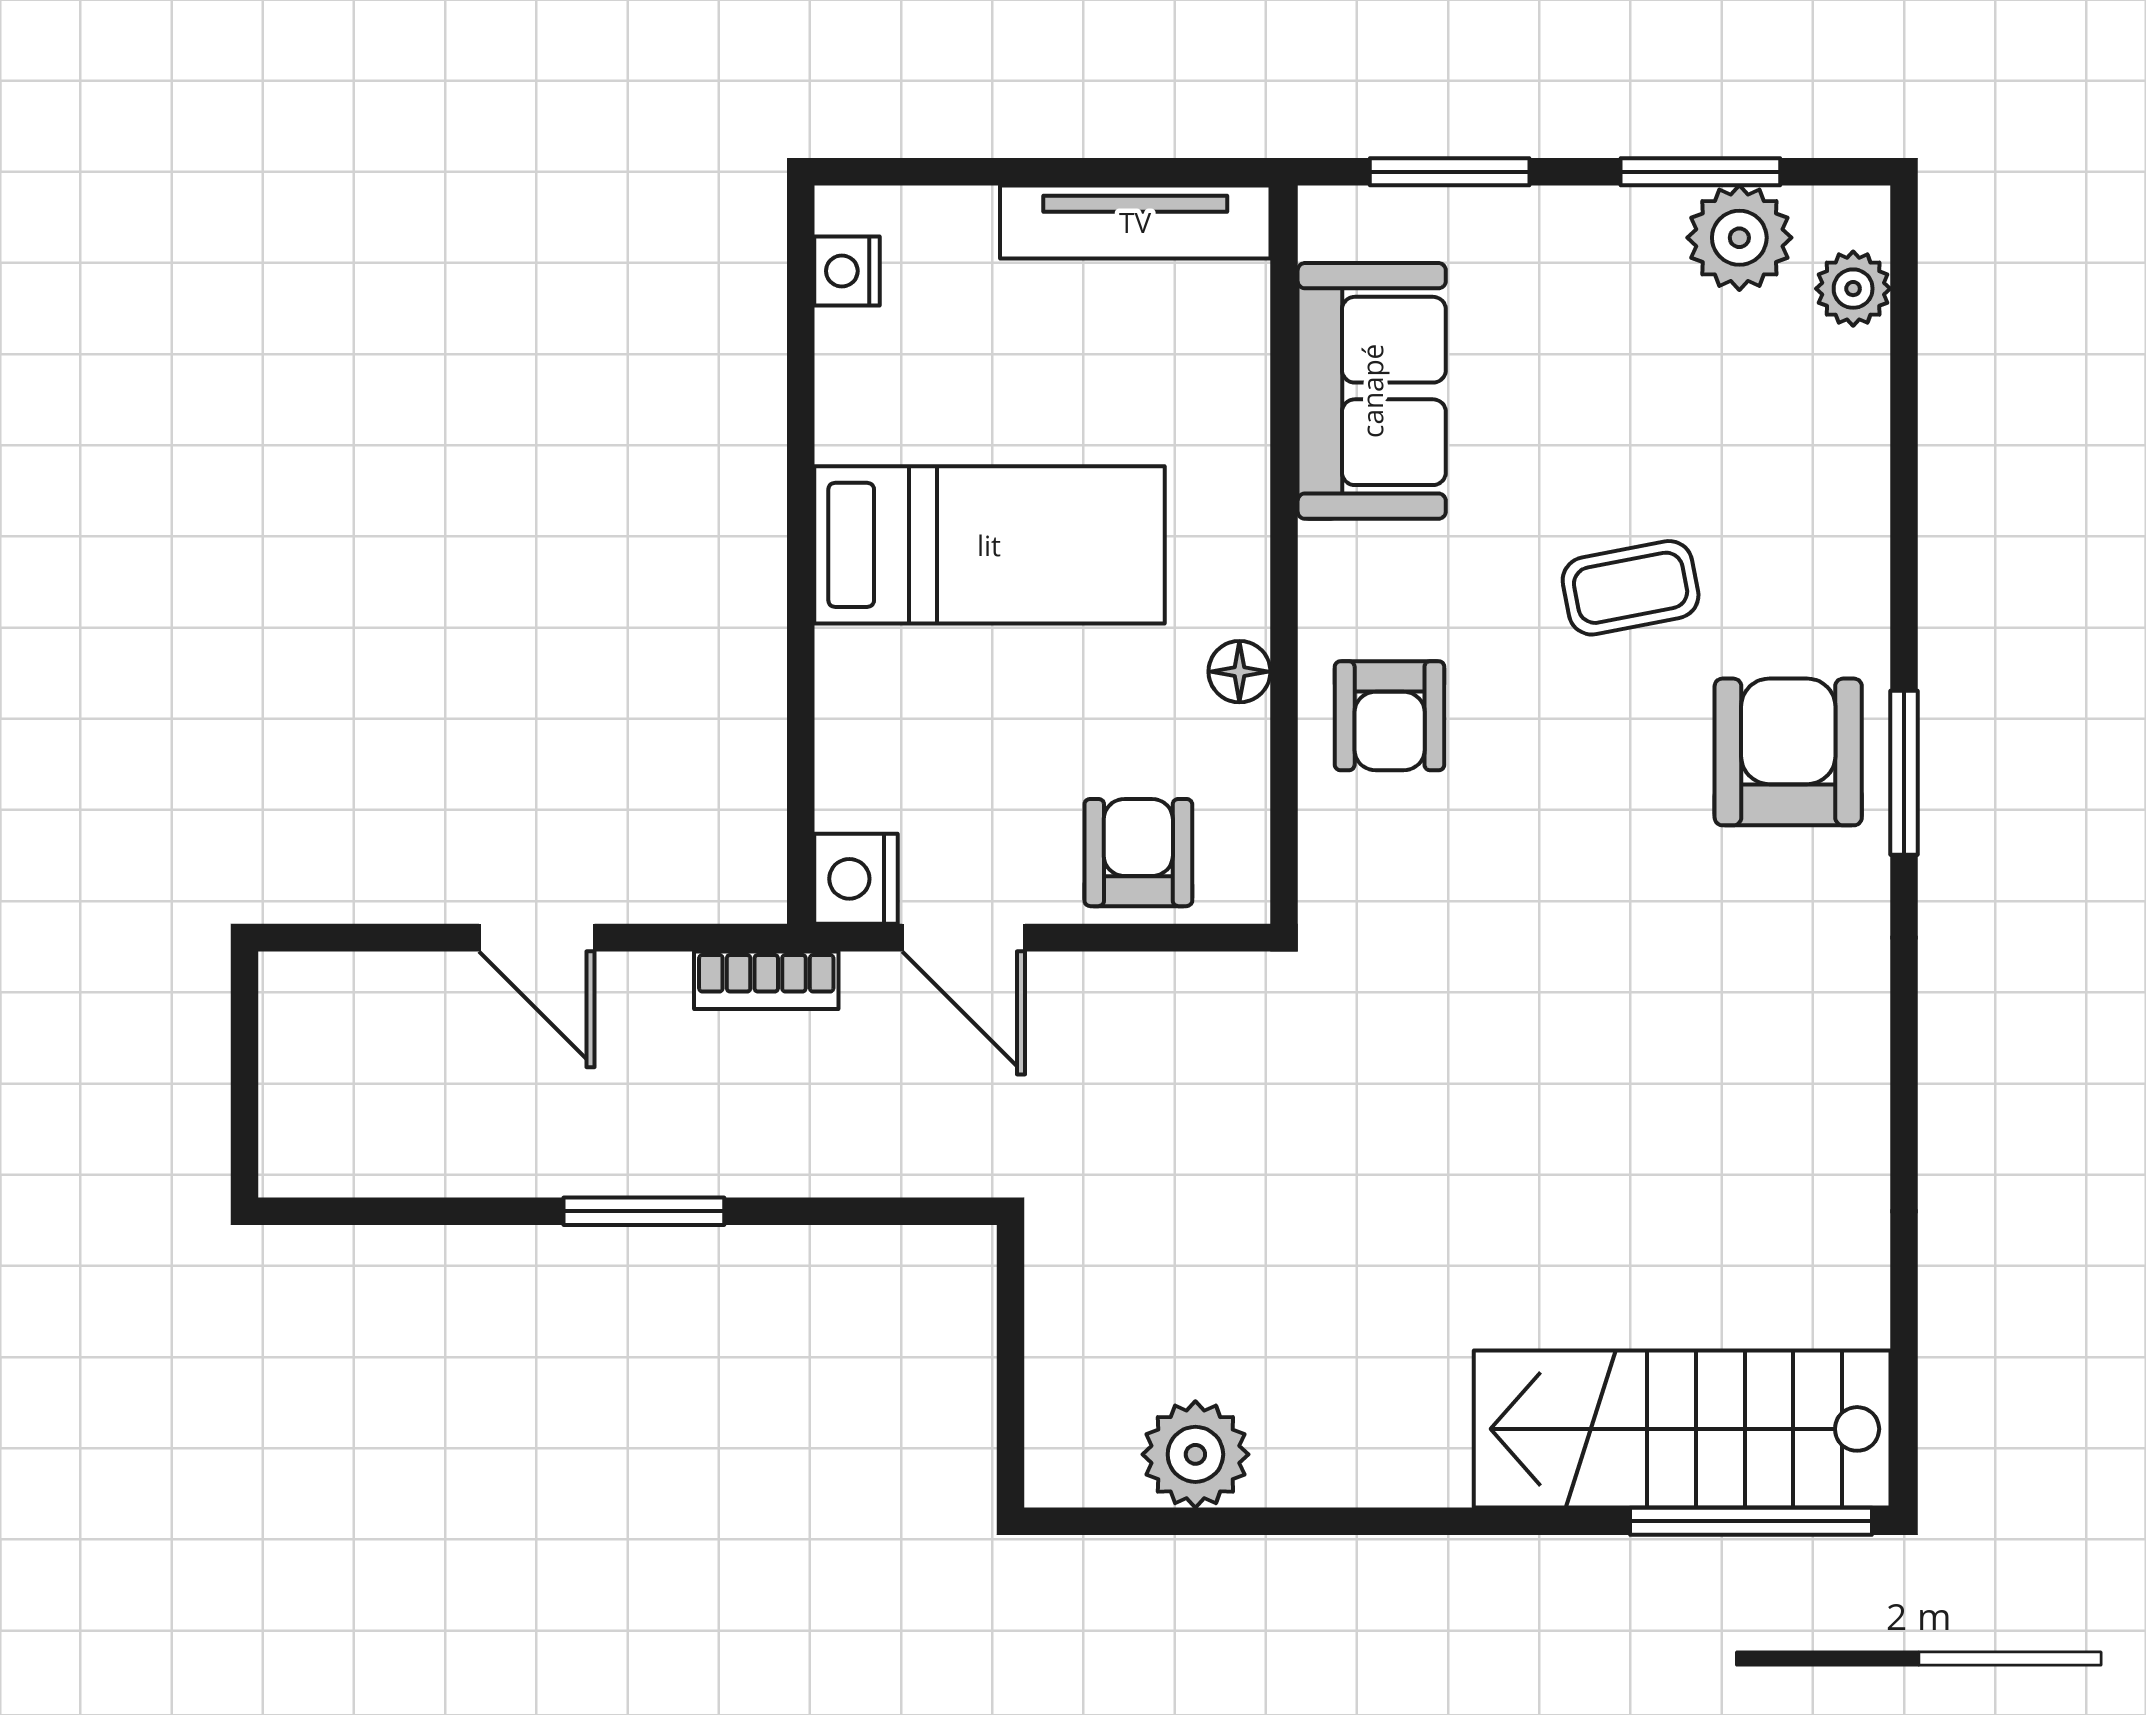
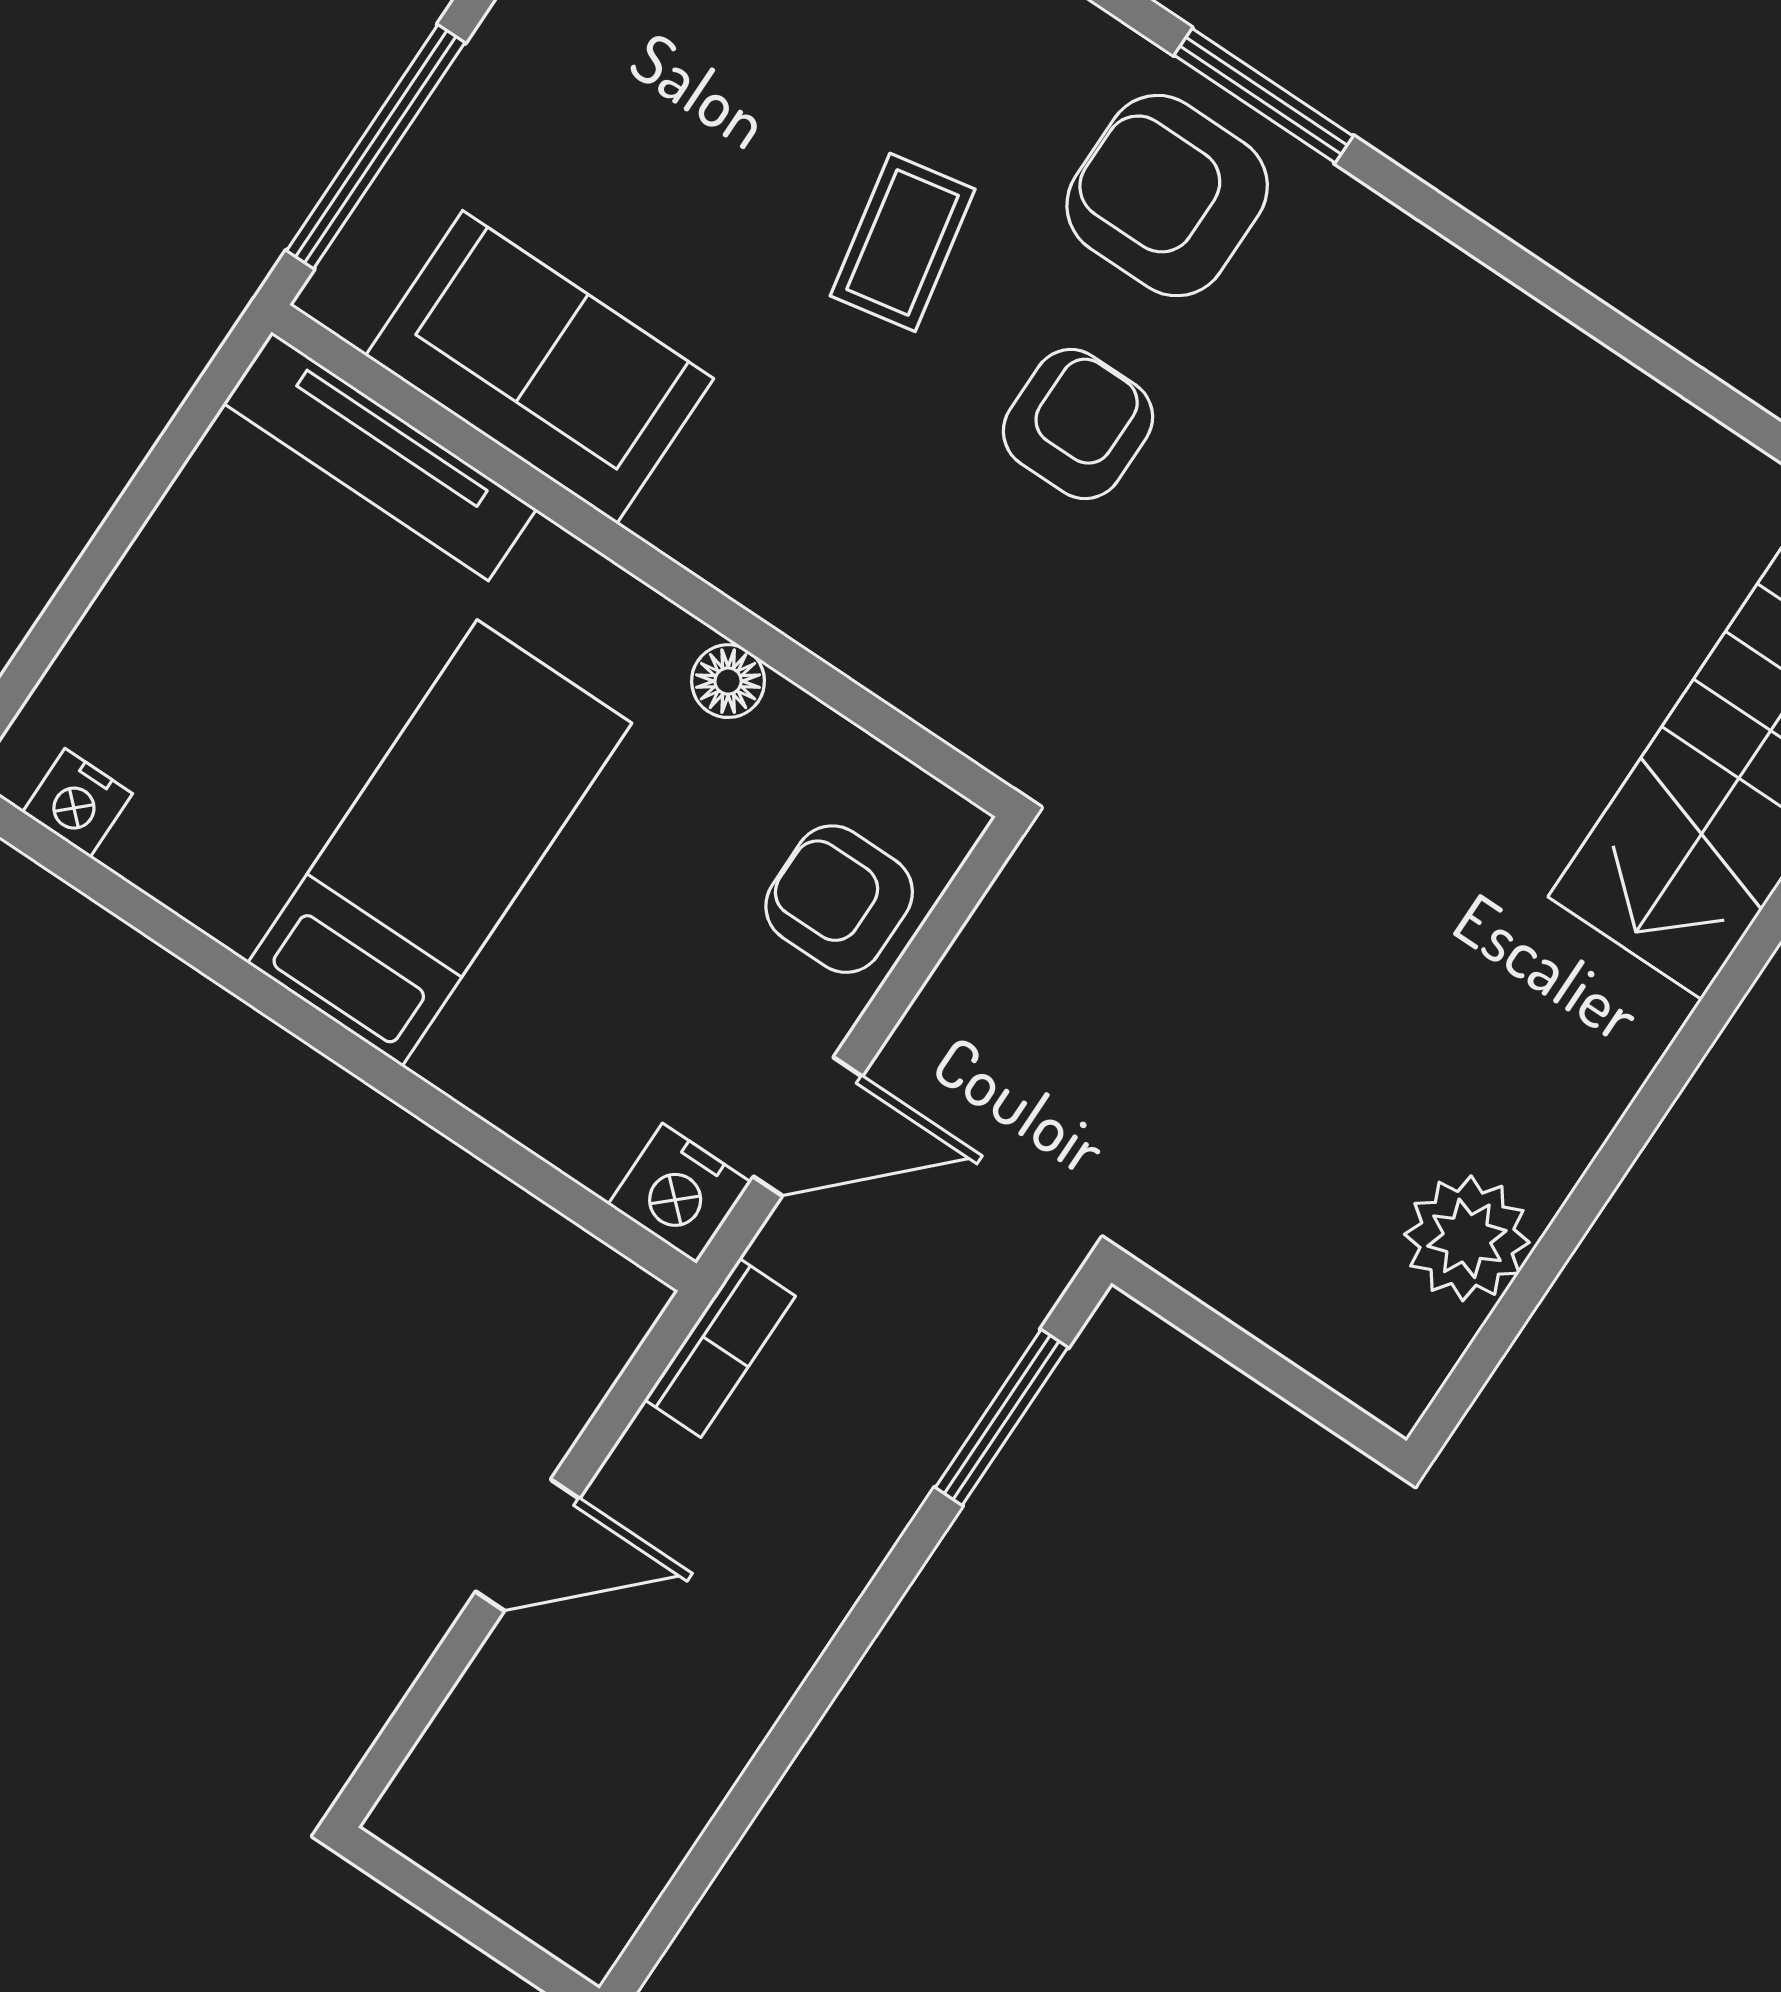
window: (1450, 172) -> (376, 147), width x1.44
tv unit: (1135, 222) -> (380, 456), moved, turned 90
armchair: (1390, 716) -> (1078, 424), moved, turned -90
window: (644, 1211) -> (1002, 1417), moved

